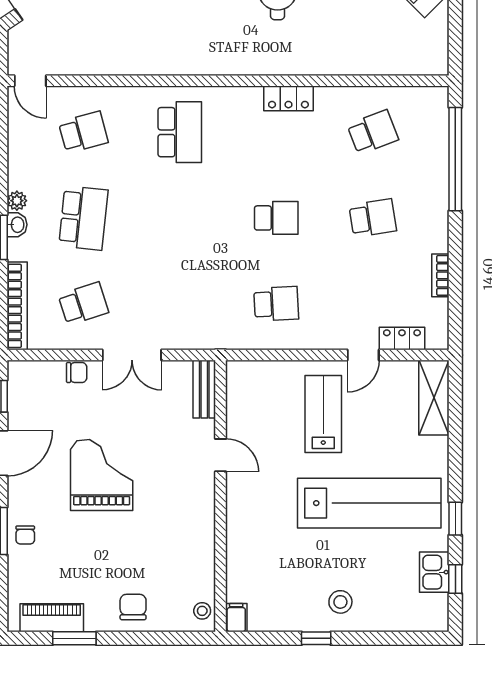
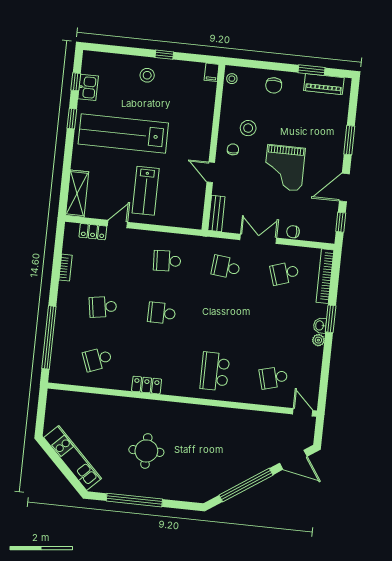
school desk: (83, 218) -> (226, 267), moved, width x0.54
stool: (167, 533) -> (248, 128), added
chair: (25, 535) -> (233, 149), moved

